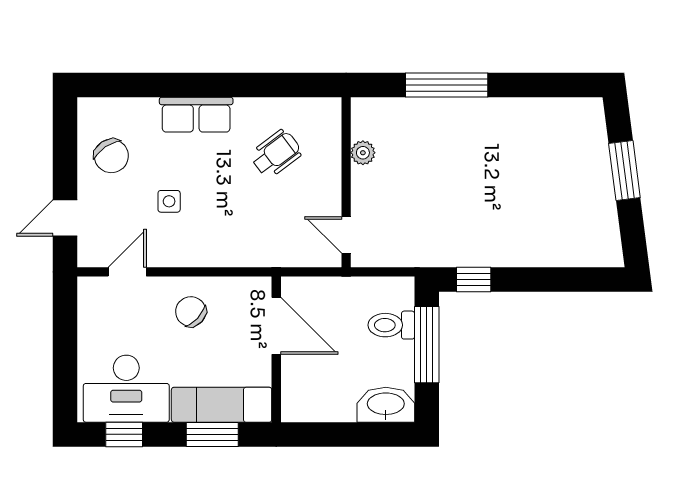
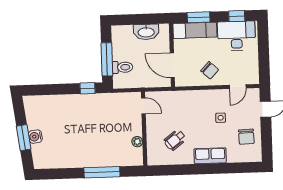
chair: (111, 156) -> (246, 137), turned -148
water cooler: (597, 172) -> (35, 137), added
washbasin: (386, 405) -> (146, 32), moved

